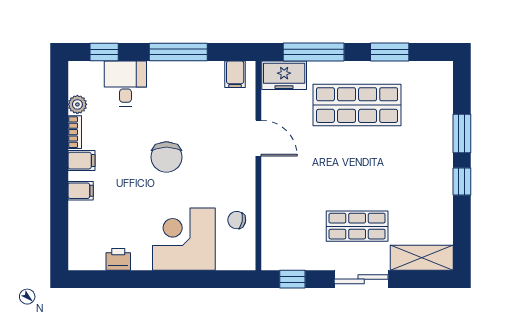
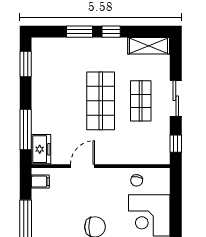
window: (390, 52) -> (26, 64), moved
shop shelf: (357, 105) -> (101, 101), moved
shelving: (422, 258) -> (149, 46), moved, turned 90

